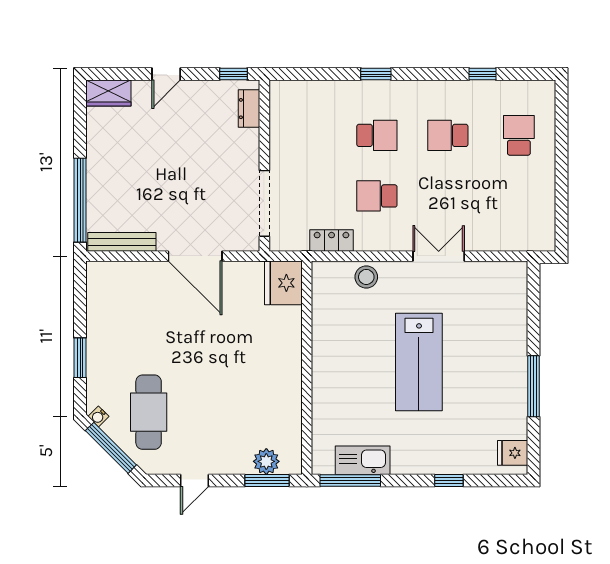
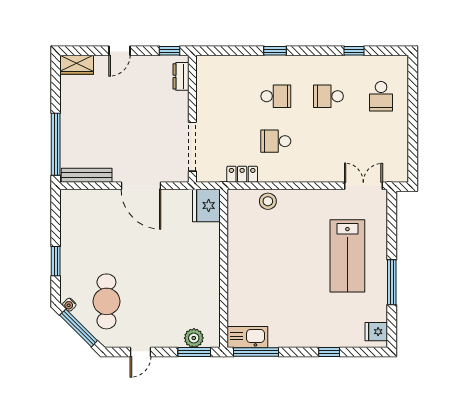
school desk: (519, 135) -> (381, 96), turned 180
double door: (439, 256) -> (363, 186), moved
lab bench: (419, 362) -> (347, 256), moved
kitchen sink: (363, 460) -> (247, 337), moved

